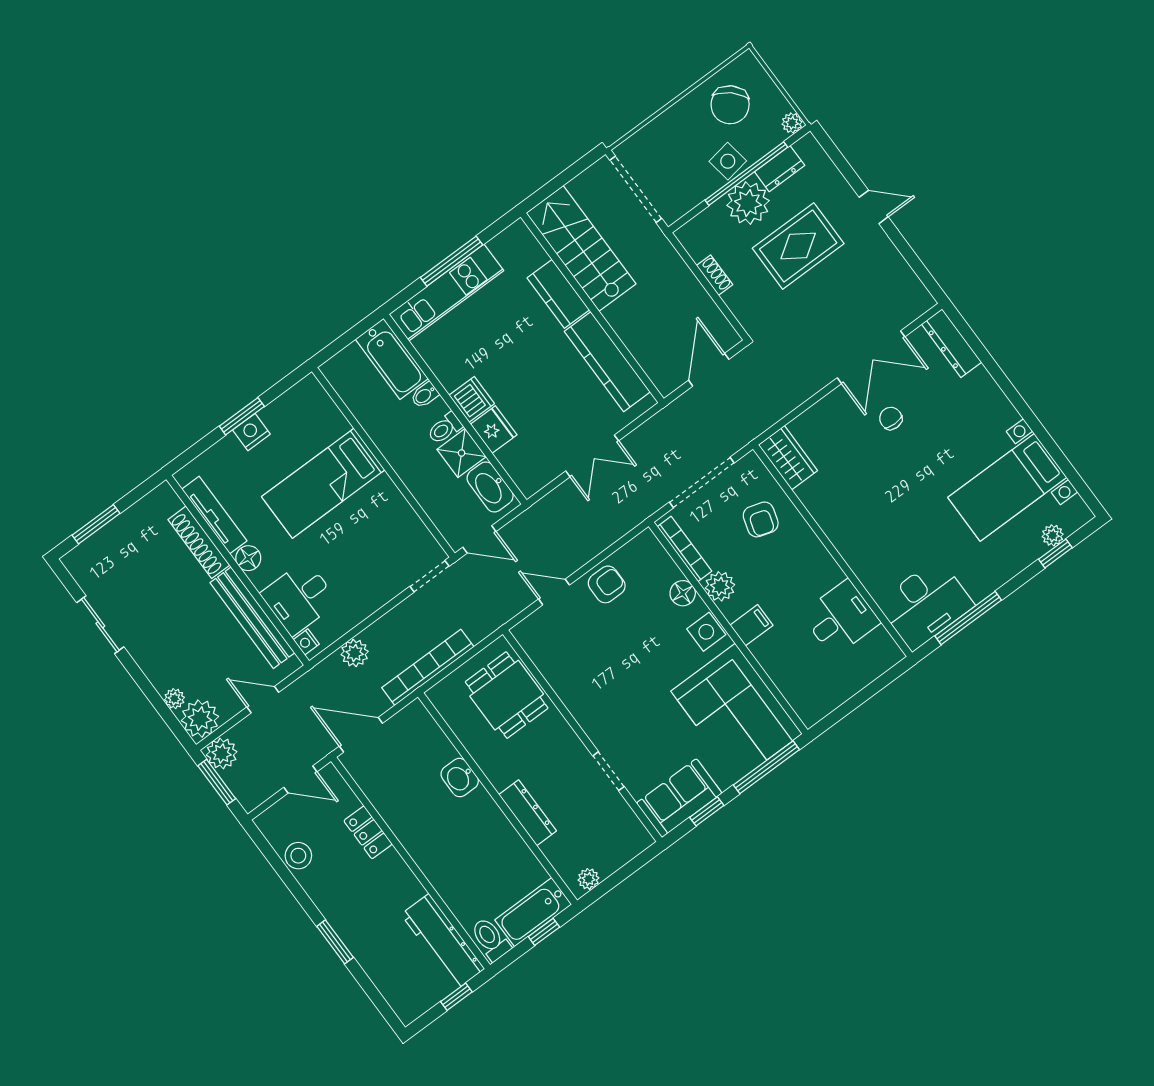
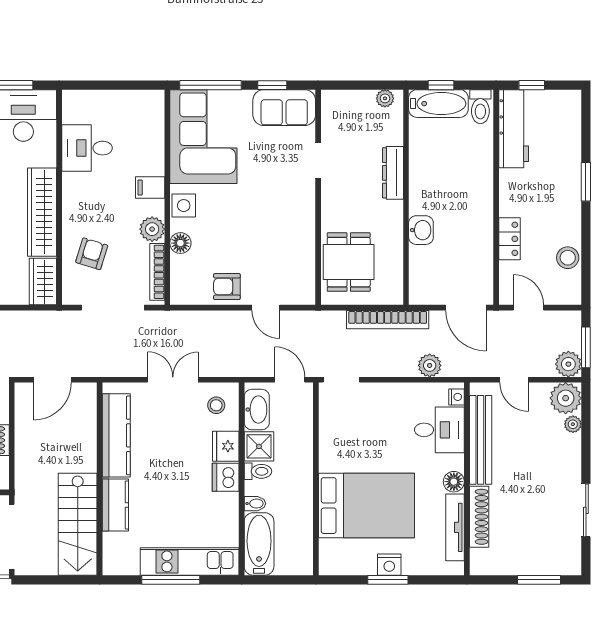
stool: (532, 462) -> (216, 405), added
bed: (323, 483) -> (367, 506), width x1.50
wardrobe: (838, 524) -> (42, 212), added

